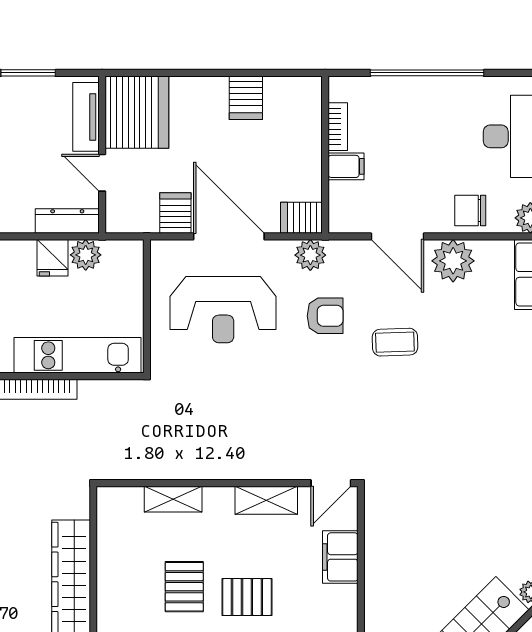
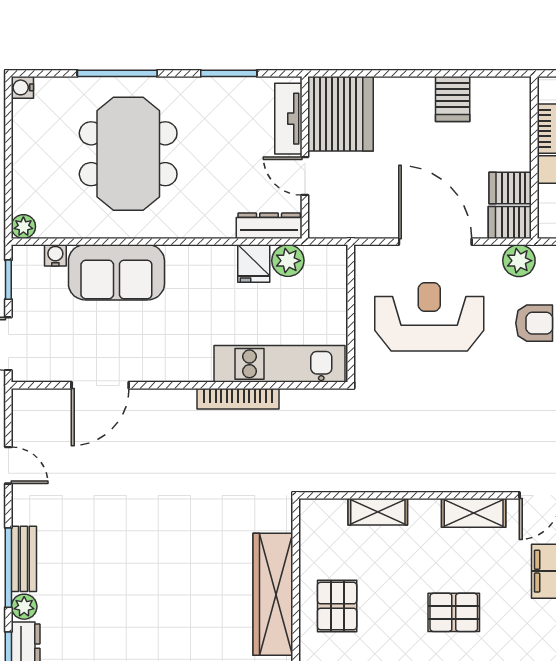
server rack: (175, 213) -> (510, 188), moved, turned -90
reception desk: (223, 310) -> (429, 317), turned 180
pallet: (184, 587) -> (337, 606), moved

